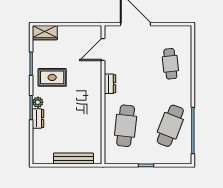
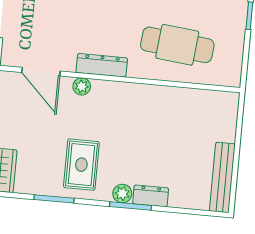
plant: (97, 73) -> (82, 86), added
dresser: (110, 84) -> (102, 65), width x1.44
bench: (73, 158) -> (222, 177), moved

